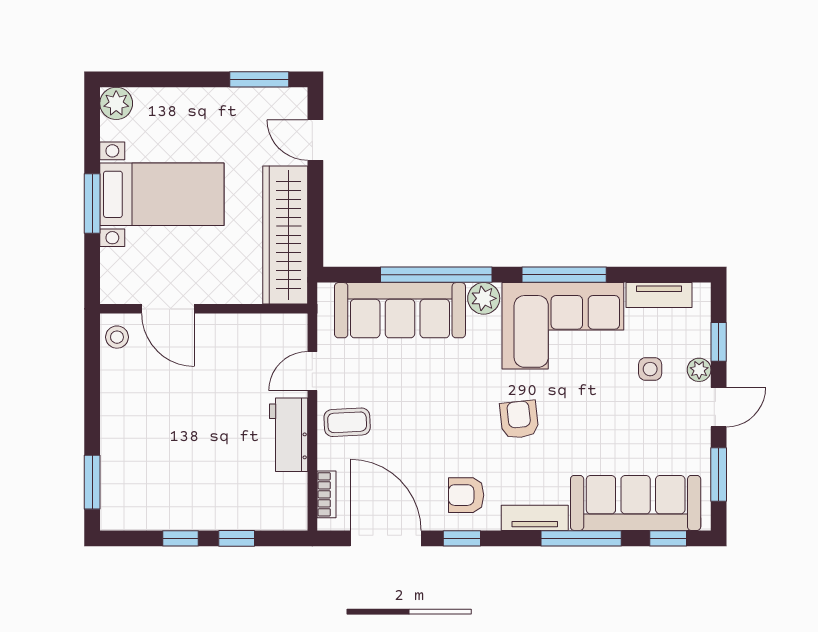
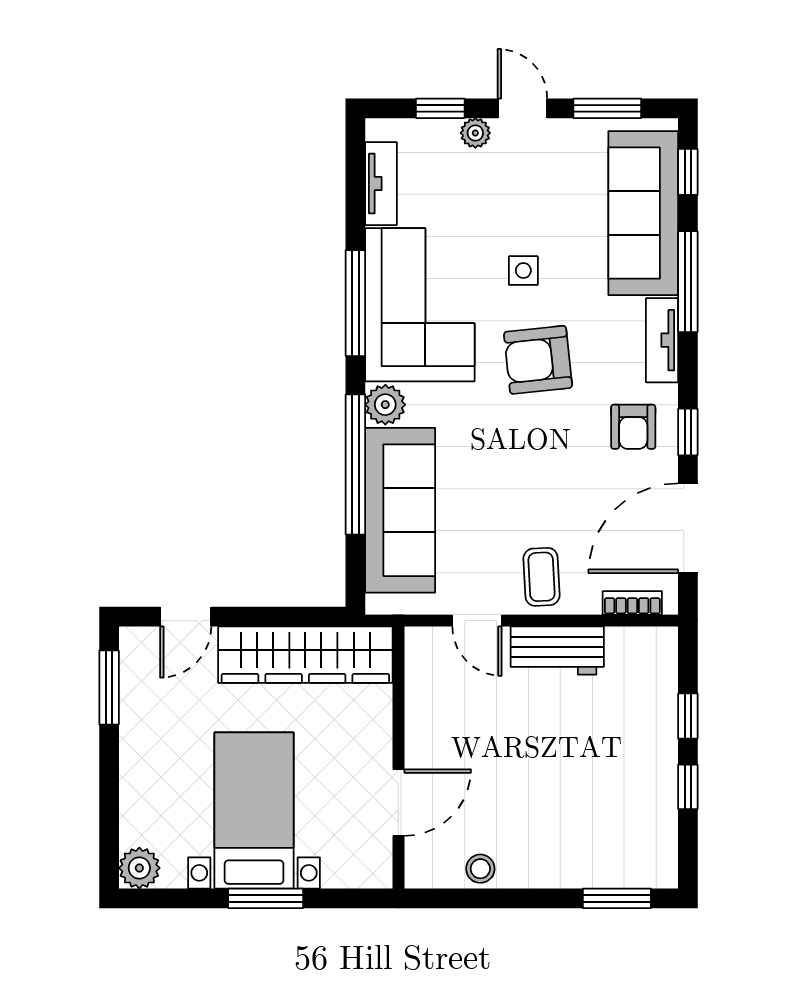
stool: (117, 337) -> (480, 869), moved
side table: (650, 369) -> (523, 271), moved
armchair: (519, 420) -> (538, 360), width x1.38, depth x1.38

